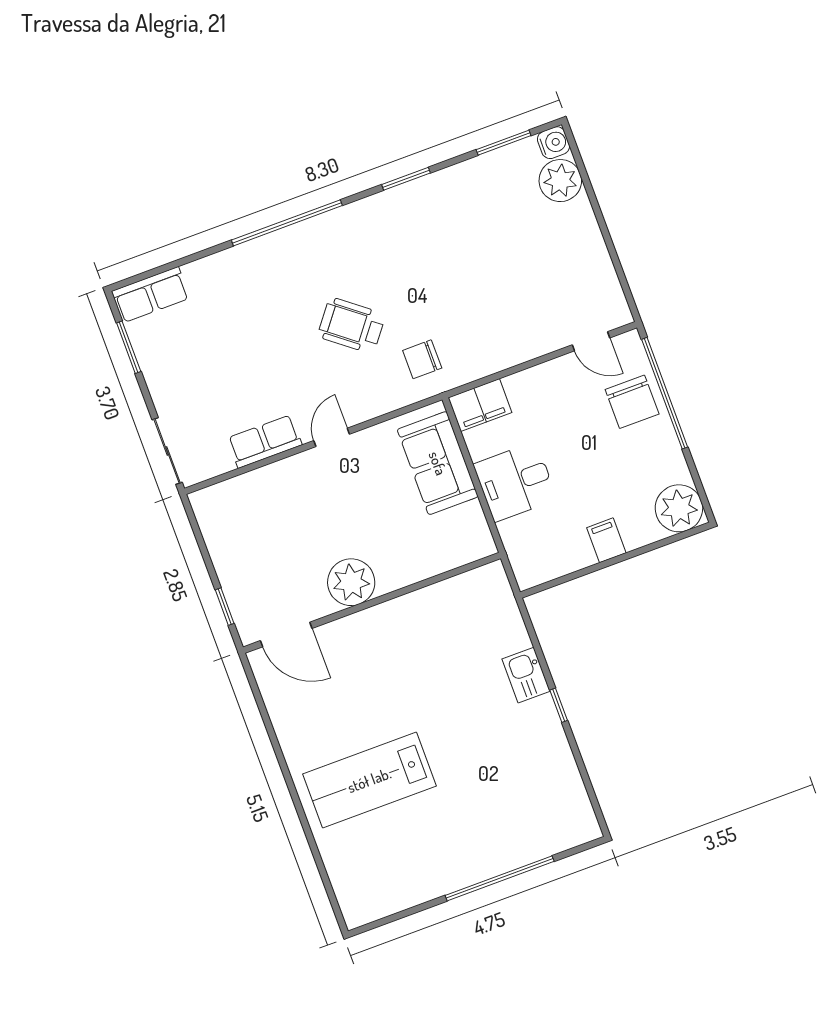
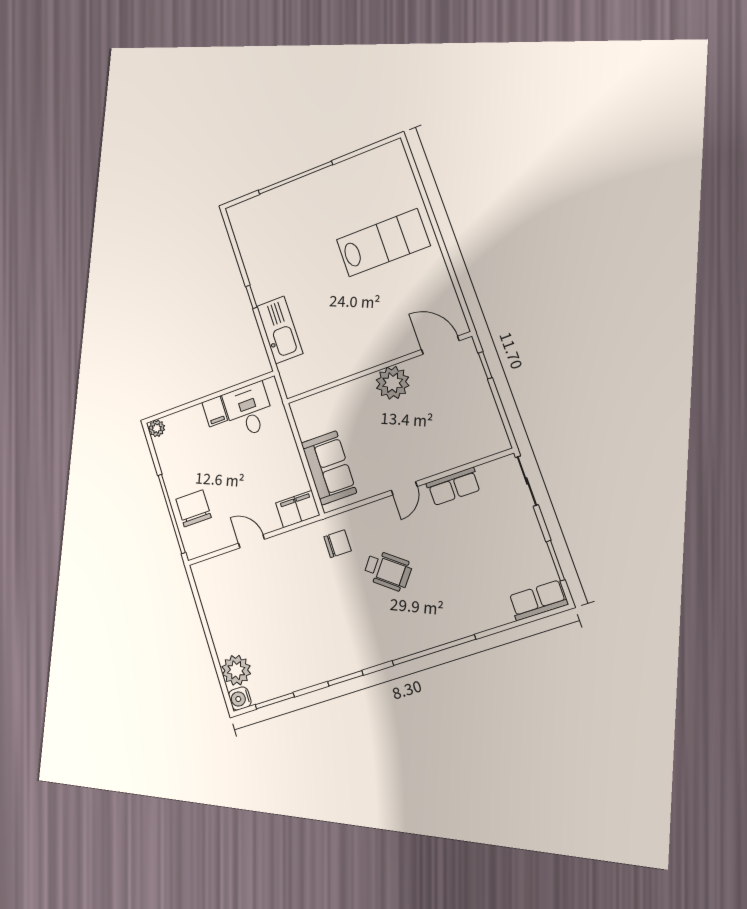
door: (591, 341) -> (251, 541), moved
desk: (515, 482) -> (249, 410), moved, turned -90
plant: (679, 508) -> (157, 428), width x0.53, depth x0.53
kitchen sink: (526, 675) -> (280, 330), width x1.87, depth x1.24

